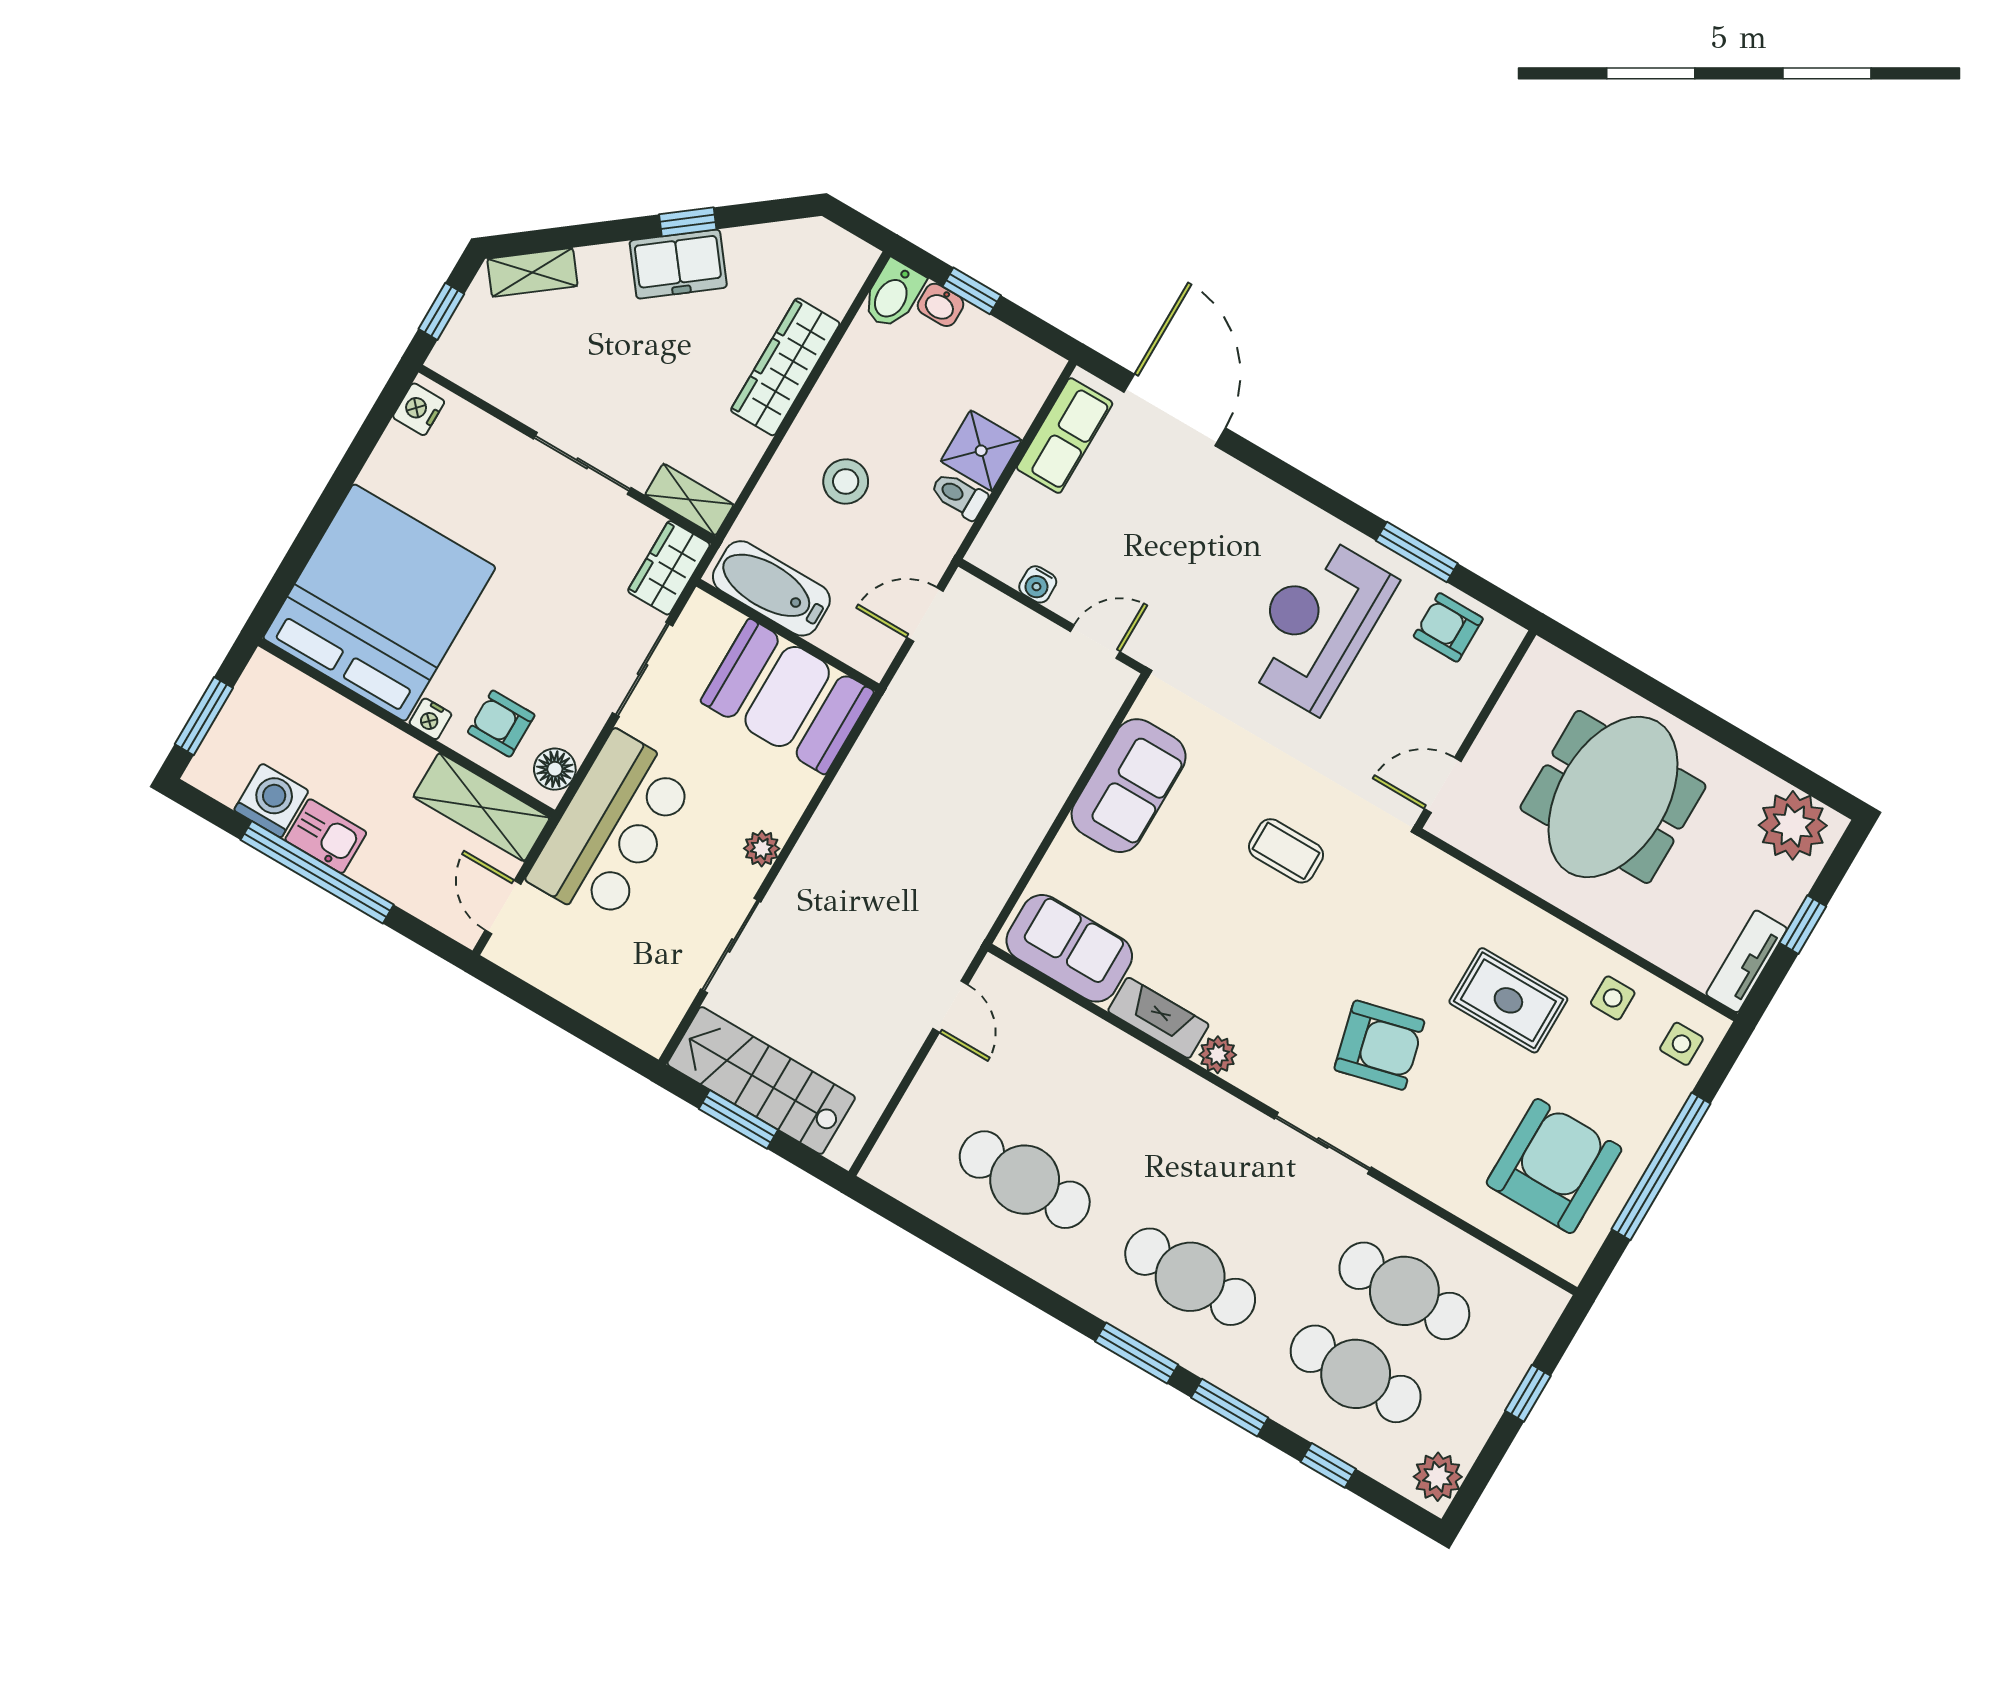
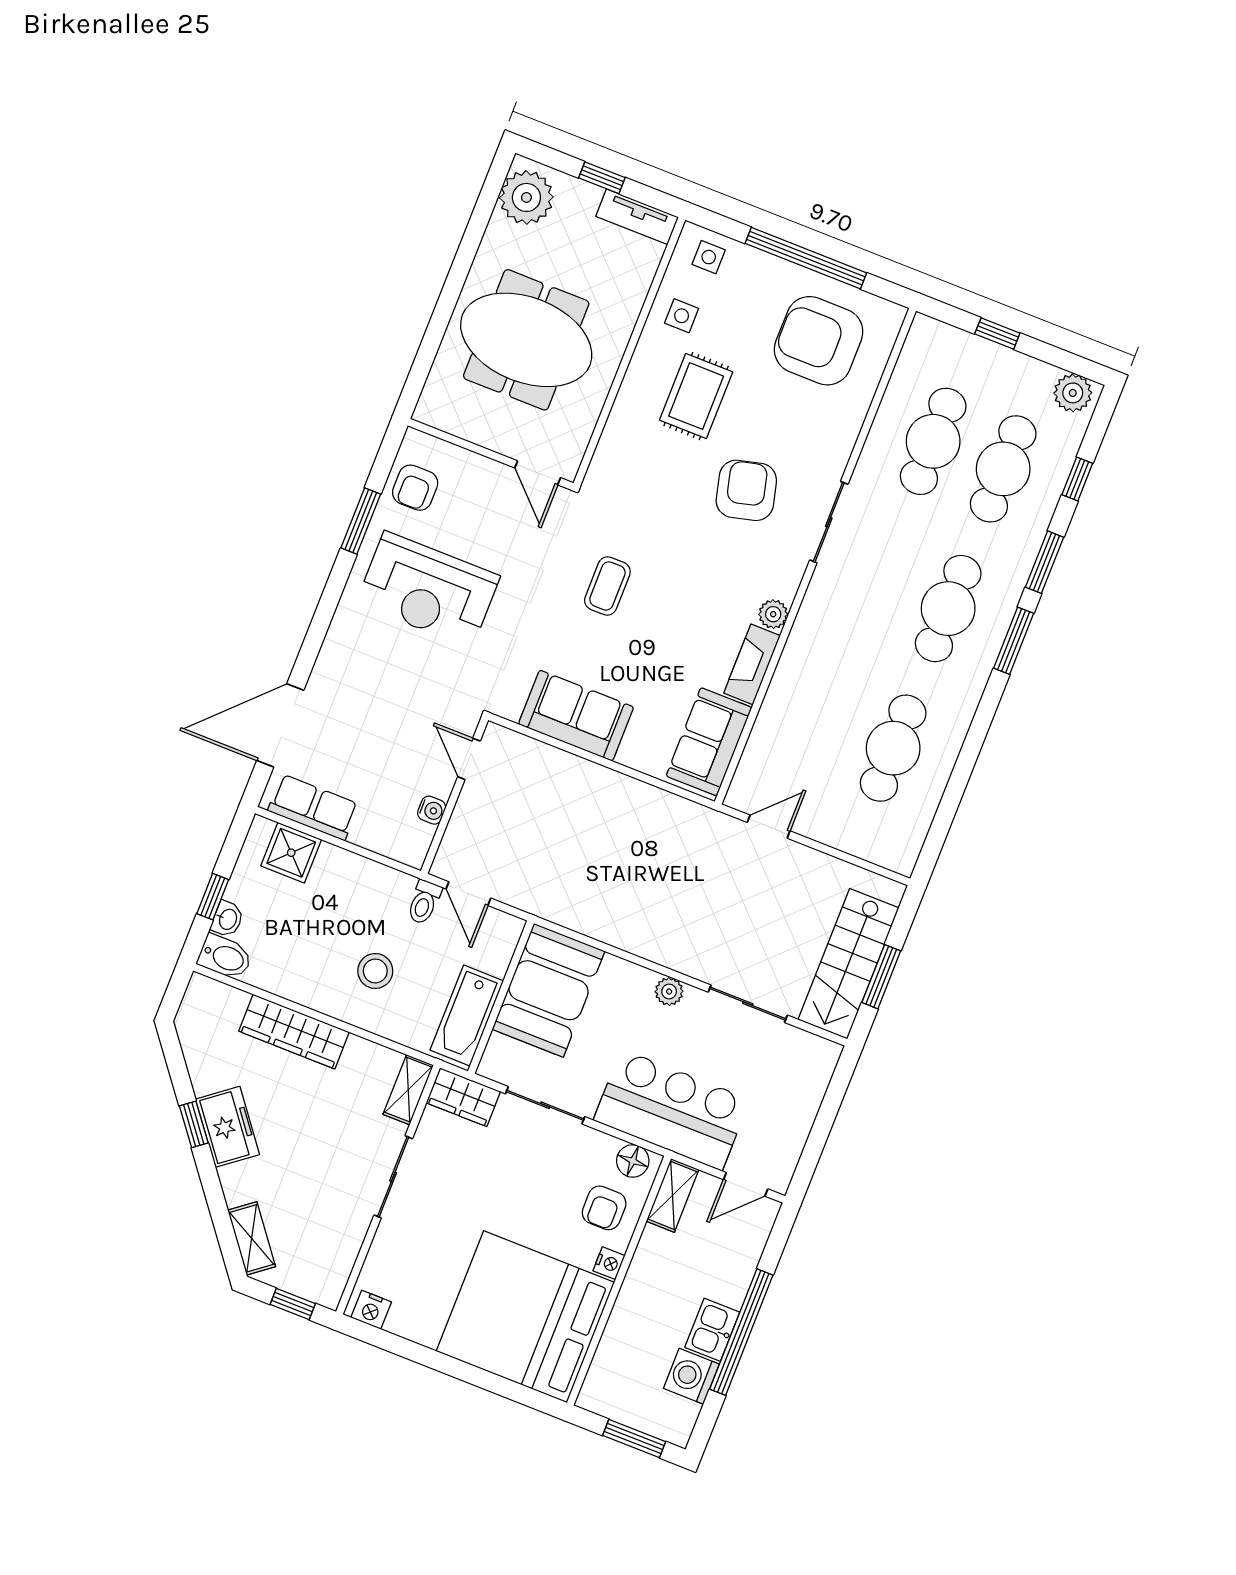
shower: (981, 451) -> (291, 853), moved
toilet: (959, 495) -> (424, 902), moved
shelving: (482, 807) -> (672, 1195), width x0.67, depth x0.75

